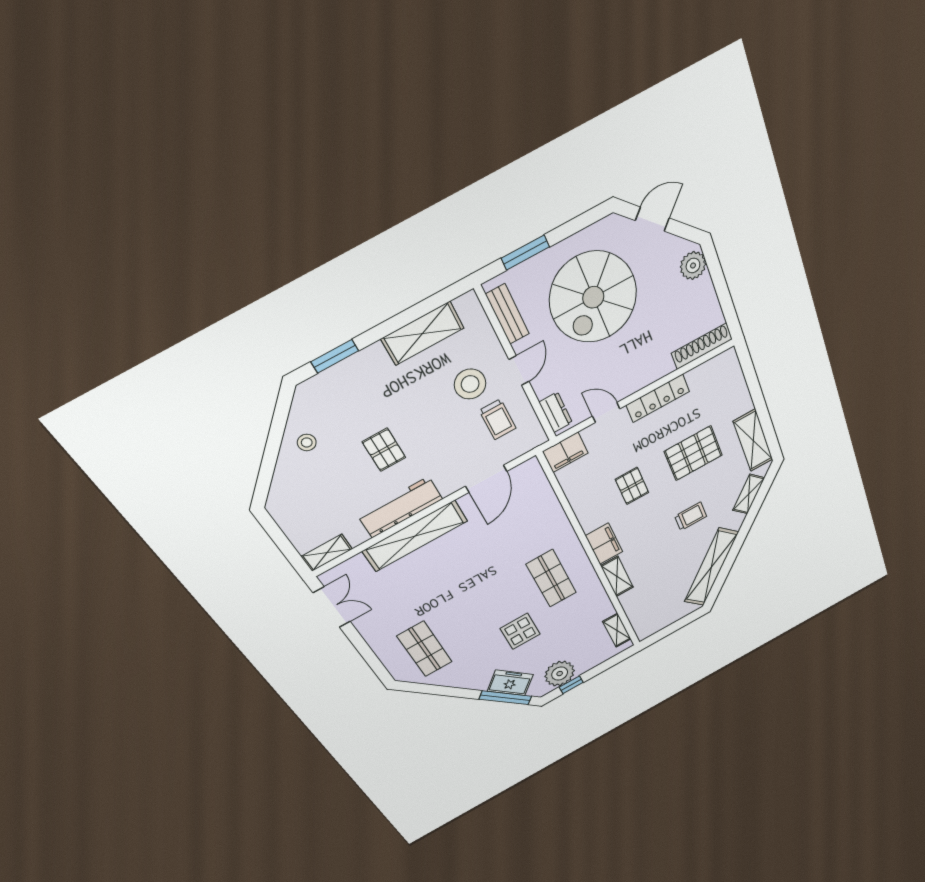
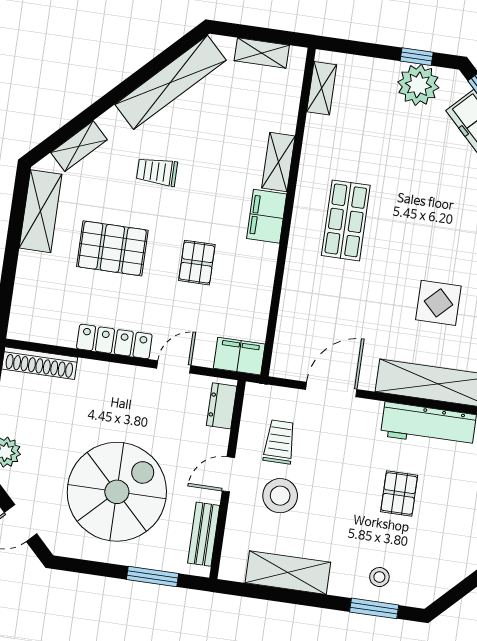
door: (606, 412) -> (174, 367), swing flipped
stool: (307, 442) -> (379, 577), moved
shelving: (665, 620) -> (262, 53), added
display table: (520, 631) -> (438, 303), moved

